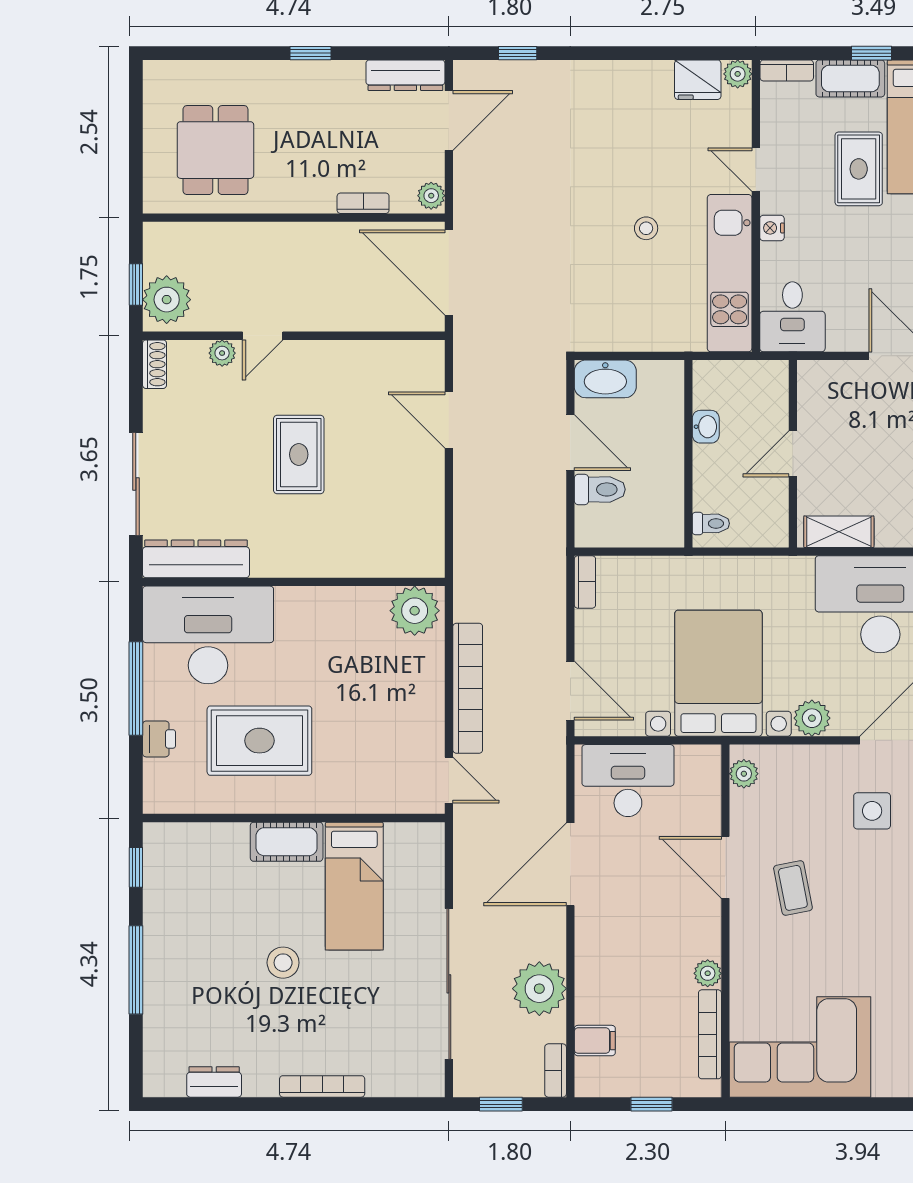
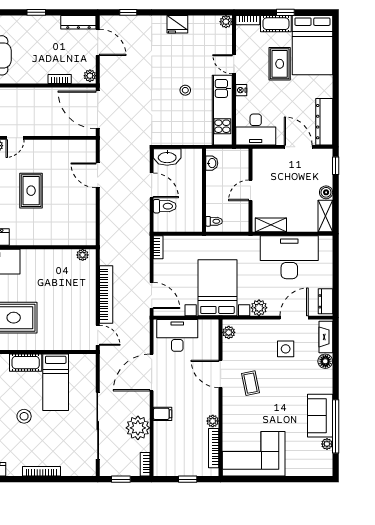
fridge: (698, 80) -> (177, 24), moved
door: (449, 120) -> (98, 42), hinge flipped
desk: (792, 317) -> (256, 129), width x1.37
washbasin: (706, 427) -> (212, 163), moved
plant: (415, 611) -> (83, 255), width x0.53, depth x0.53
filing cabinet: (595, 1041) -> (162, 414), moved

